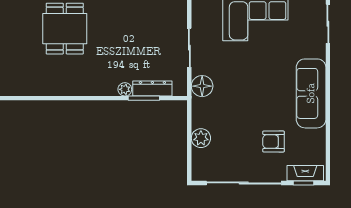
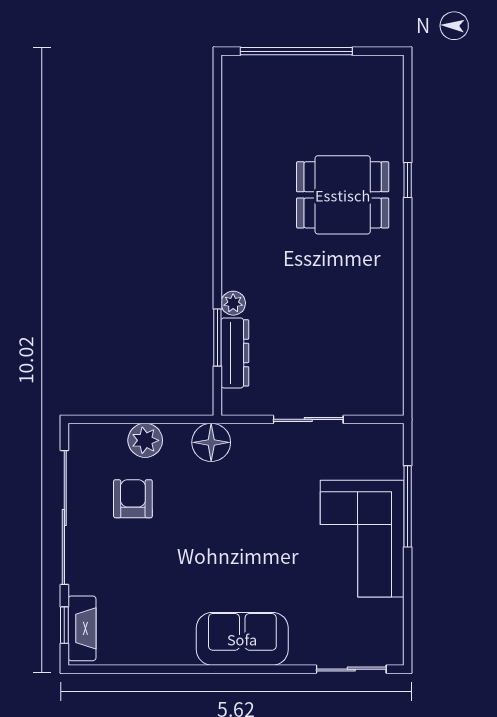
floor lamp: (202, 86) -> (211, 442), moved
sofa: (311, 93) -> (242, 639), width x0.73
armchair: (274, 142) -> (133, 499), moved

